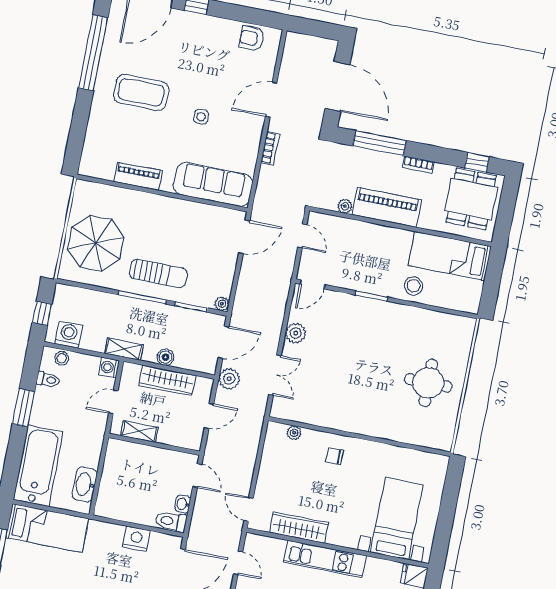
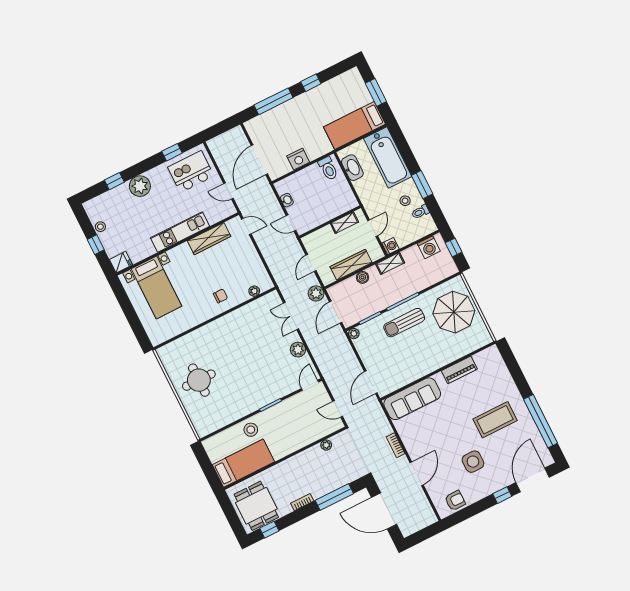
side table: (201, 117) -> (473, 462), moved, width x1.87, depth x1.87
piano: (387, 207) -> (302, 463), removed
stool: (62, 358) -> (405, 201), moved
toilet: (171, 521) -> (328, 168), moved, turned 90

